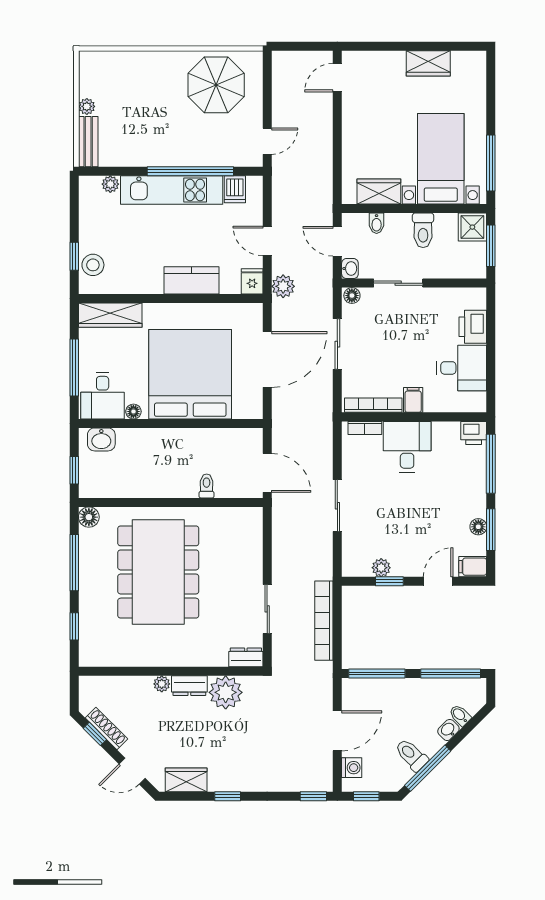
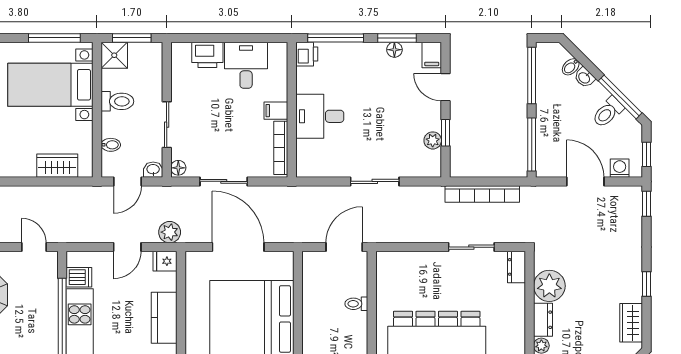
wardrobe: (379, 192) -> (57, 166), moved, turned 90
bookcase: (365, 428) -> (302, 156), removed

